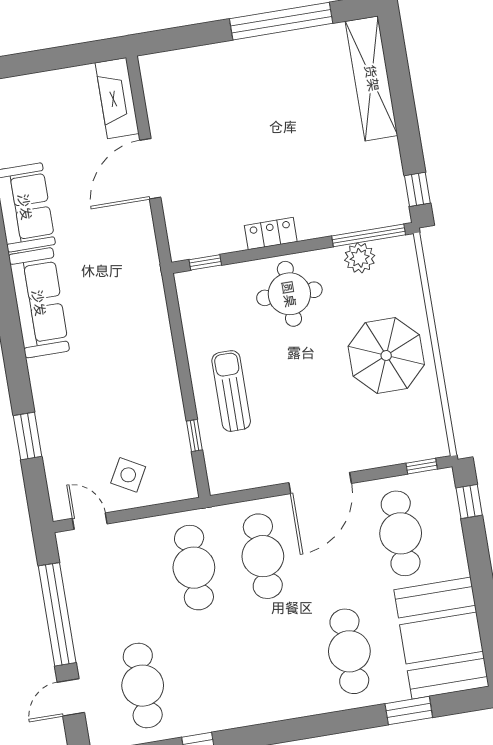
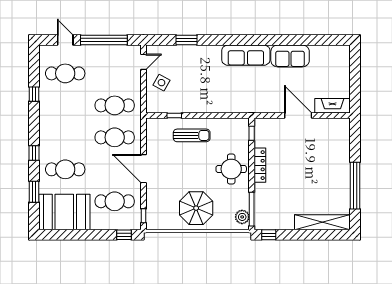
locker: (271, 234) -> (260, 165), width x1.53
plant: (360, 258) -> (242, 217), moved
window: (325, 724) -> (34, 153), added

